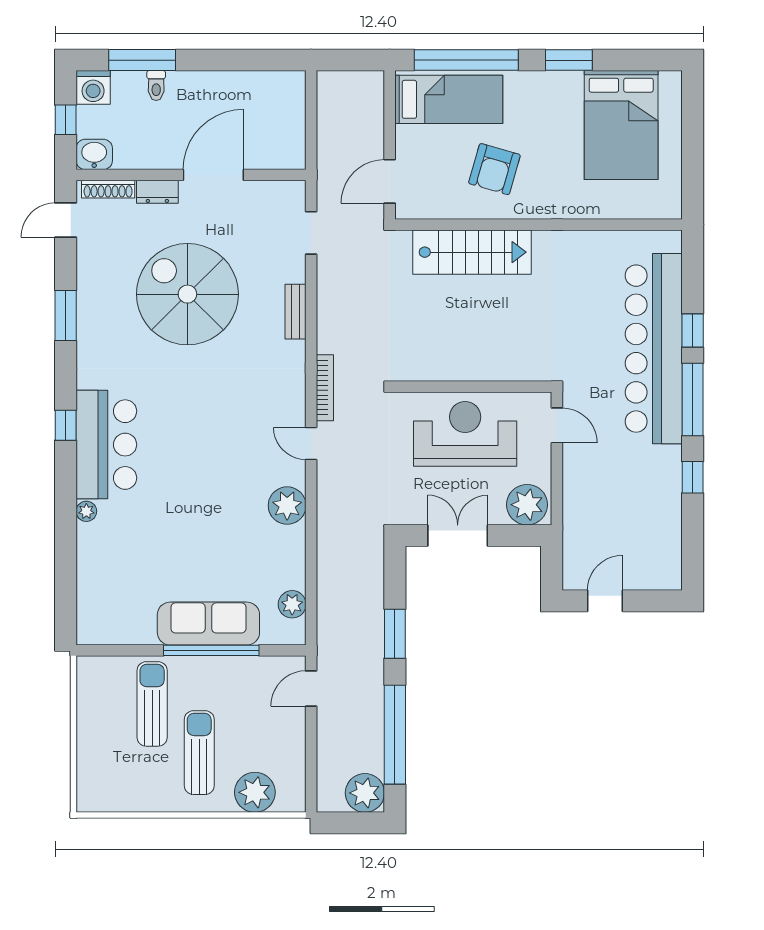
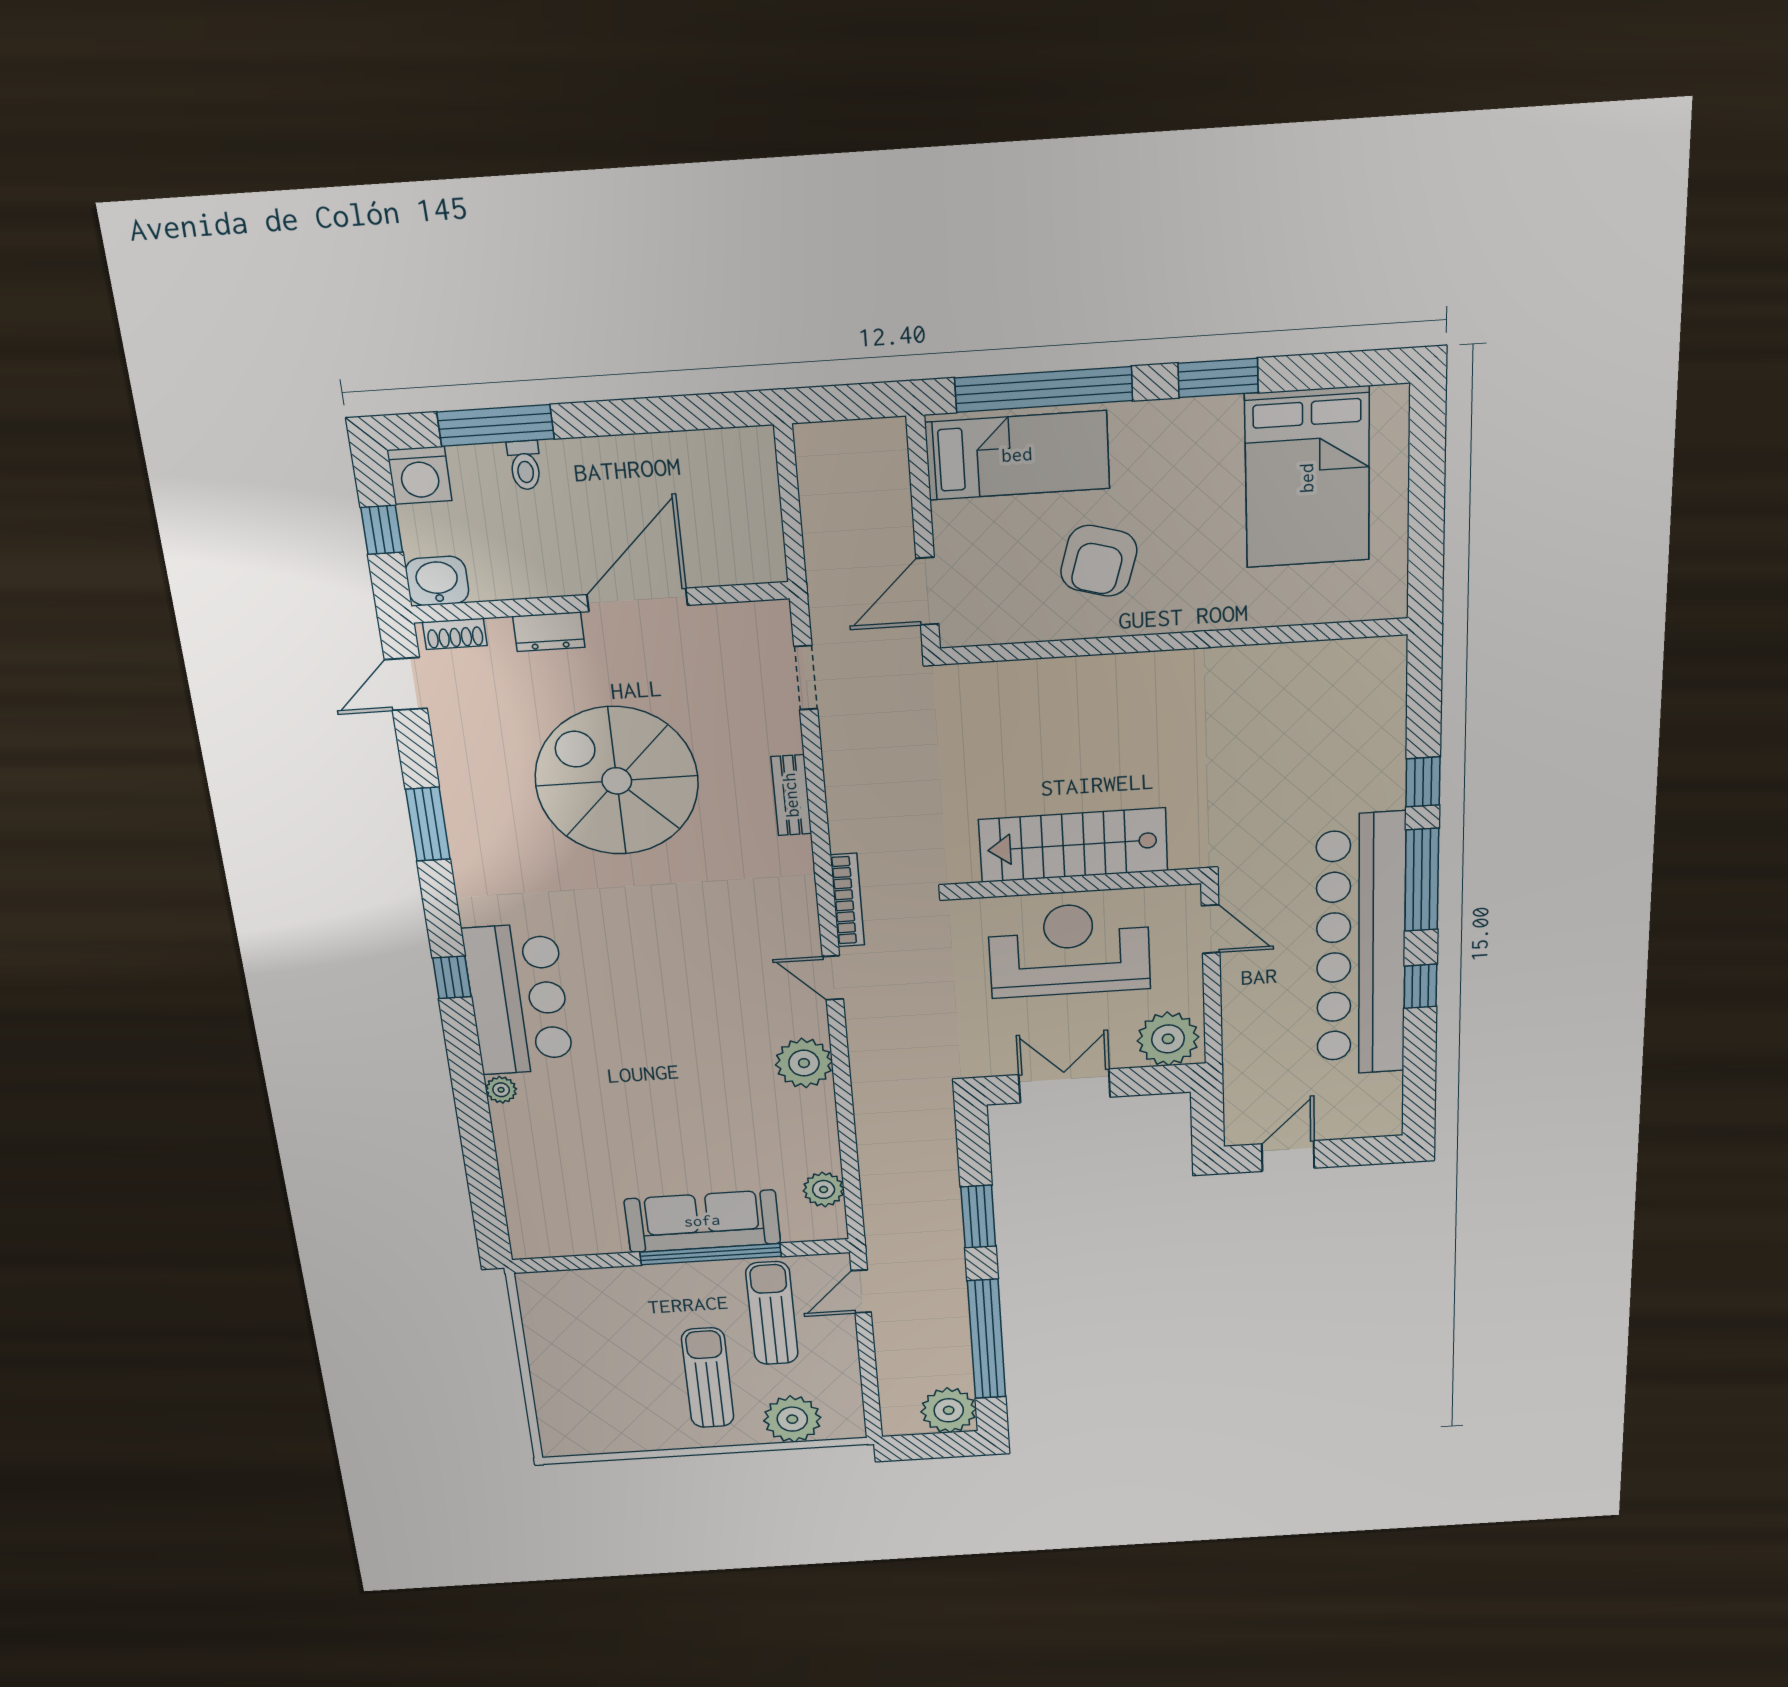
shoe rack: (108, 189) -> (455, 634), width x0.70
stairs: (472, 252) -> (1073, 845), moved, turned 180
bar counter: (654, 349) -> (1361, 946), moved
sun lounger: (152, 704) -> (772, 1313), moved

